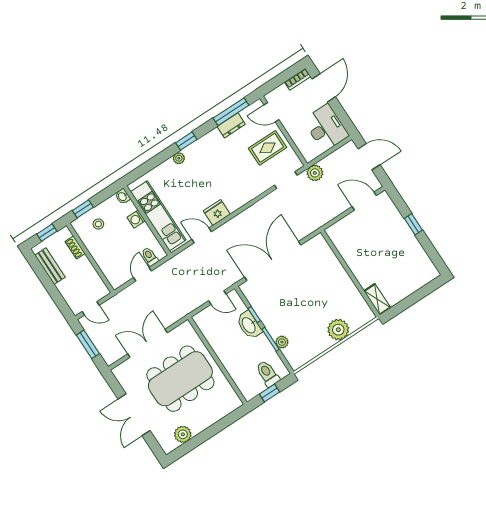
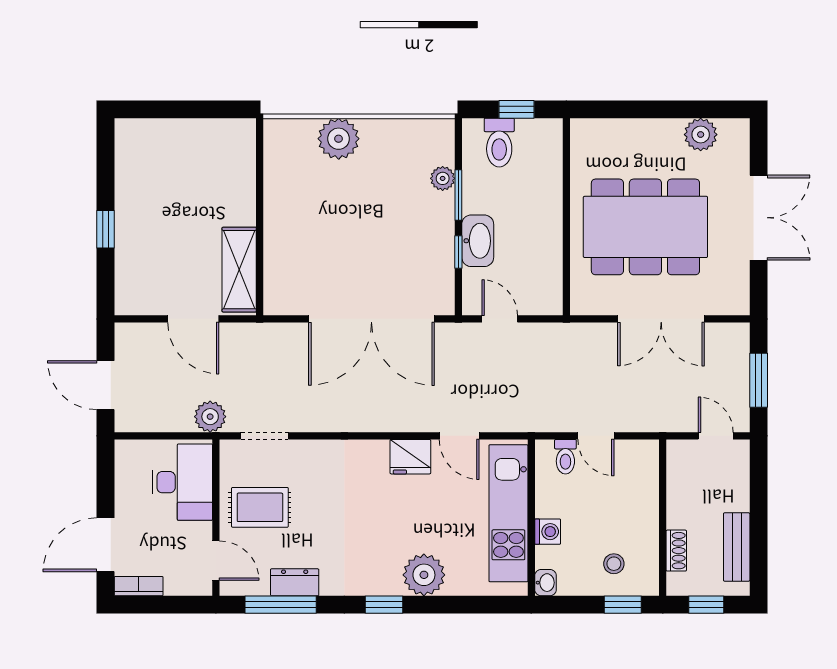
desk: (326, 128) -> (182, 482), moved, turned 180
plant: (179, 158) -> (424, 575), width x1.88, depth x1.88
door: (364, 201) -> (193, 319), moved
door: (142, 274) -> (596, 436), hinge flipped
shelving: (377, 299) -> (239, 270), moved, width x1.50, depth x1.33

